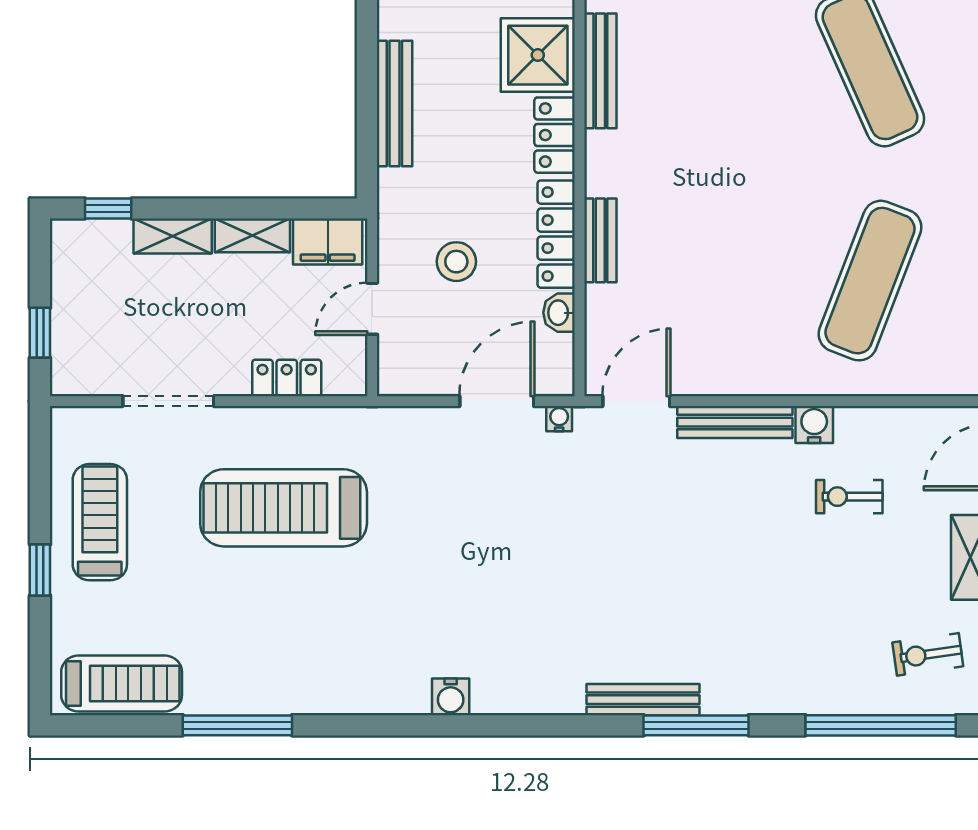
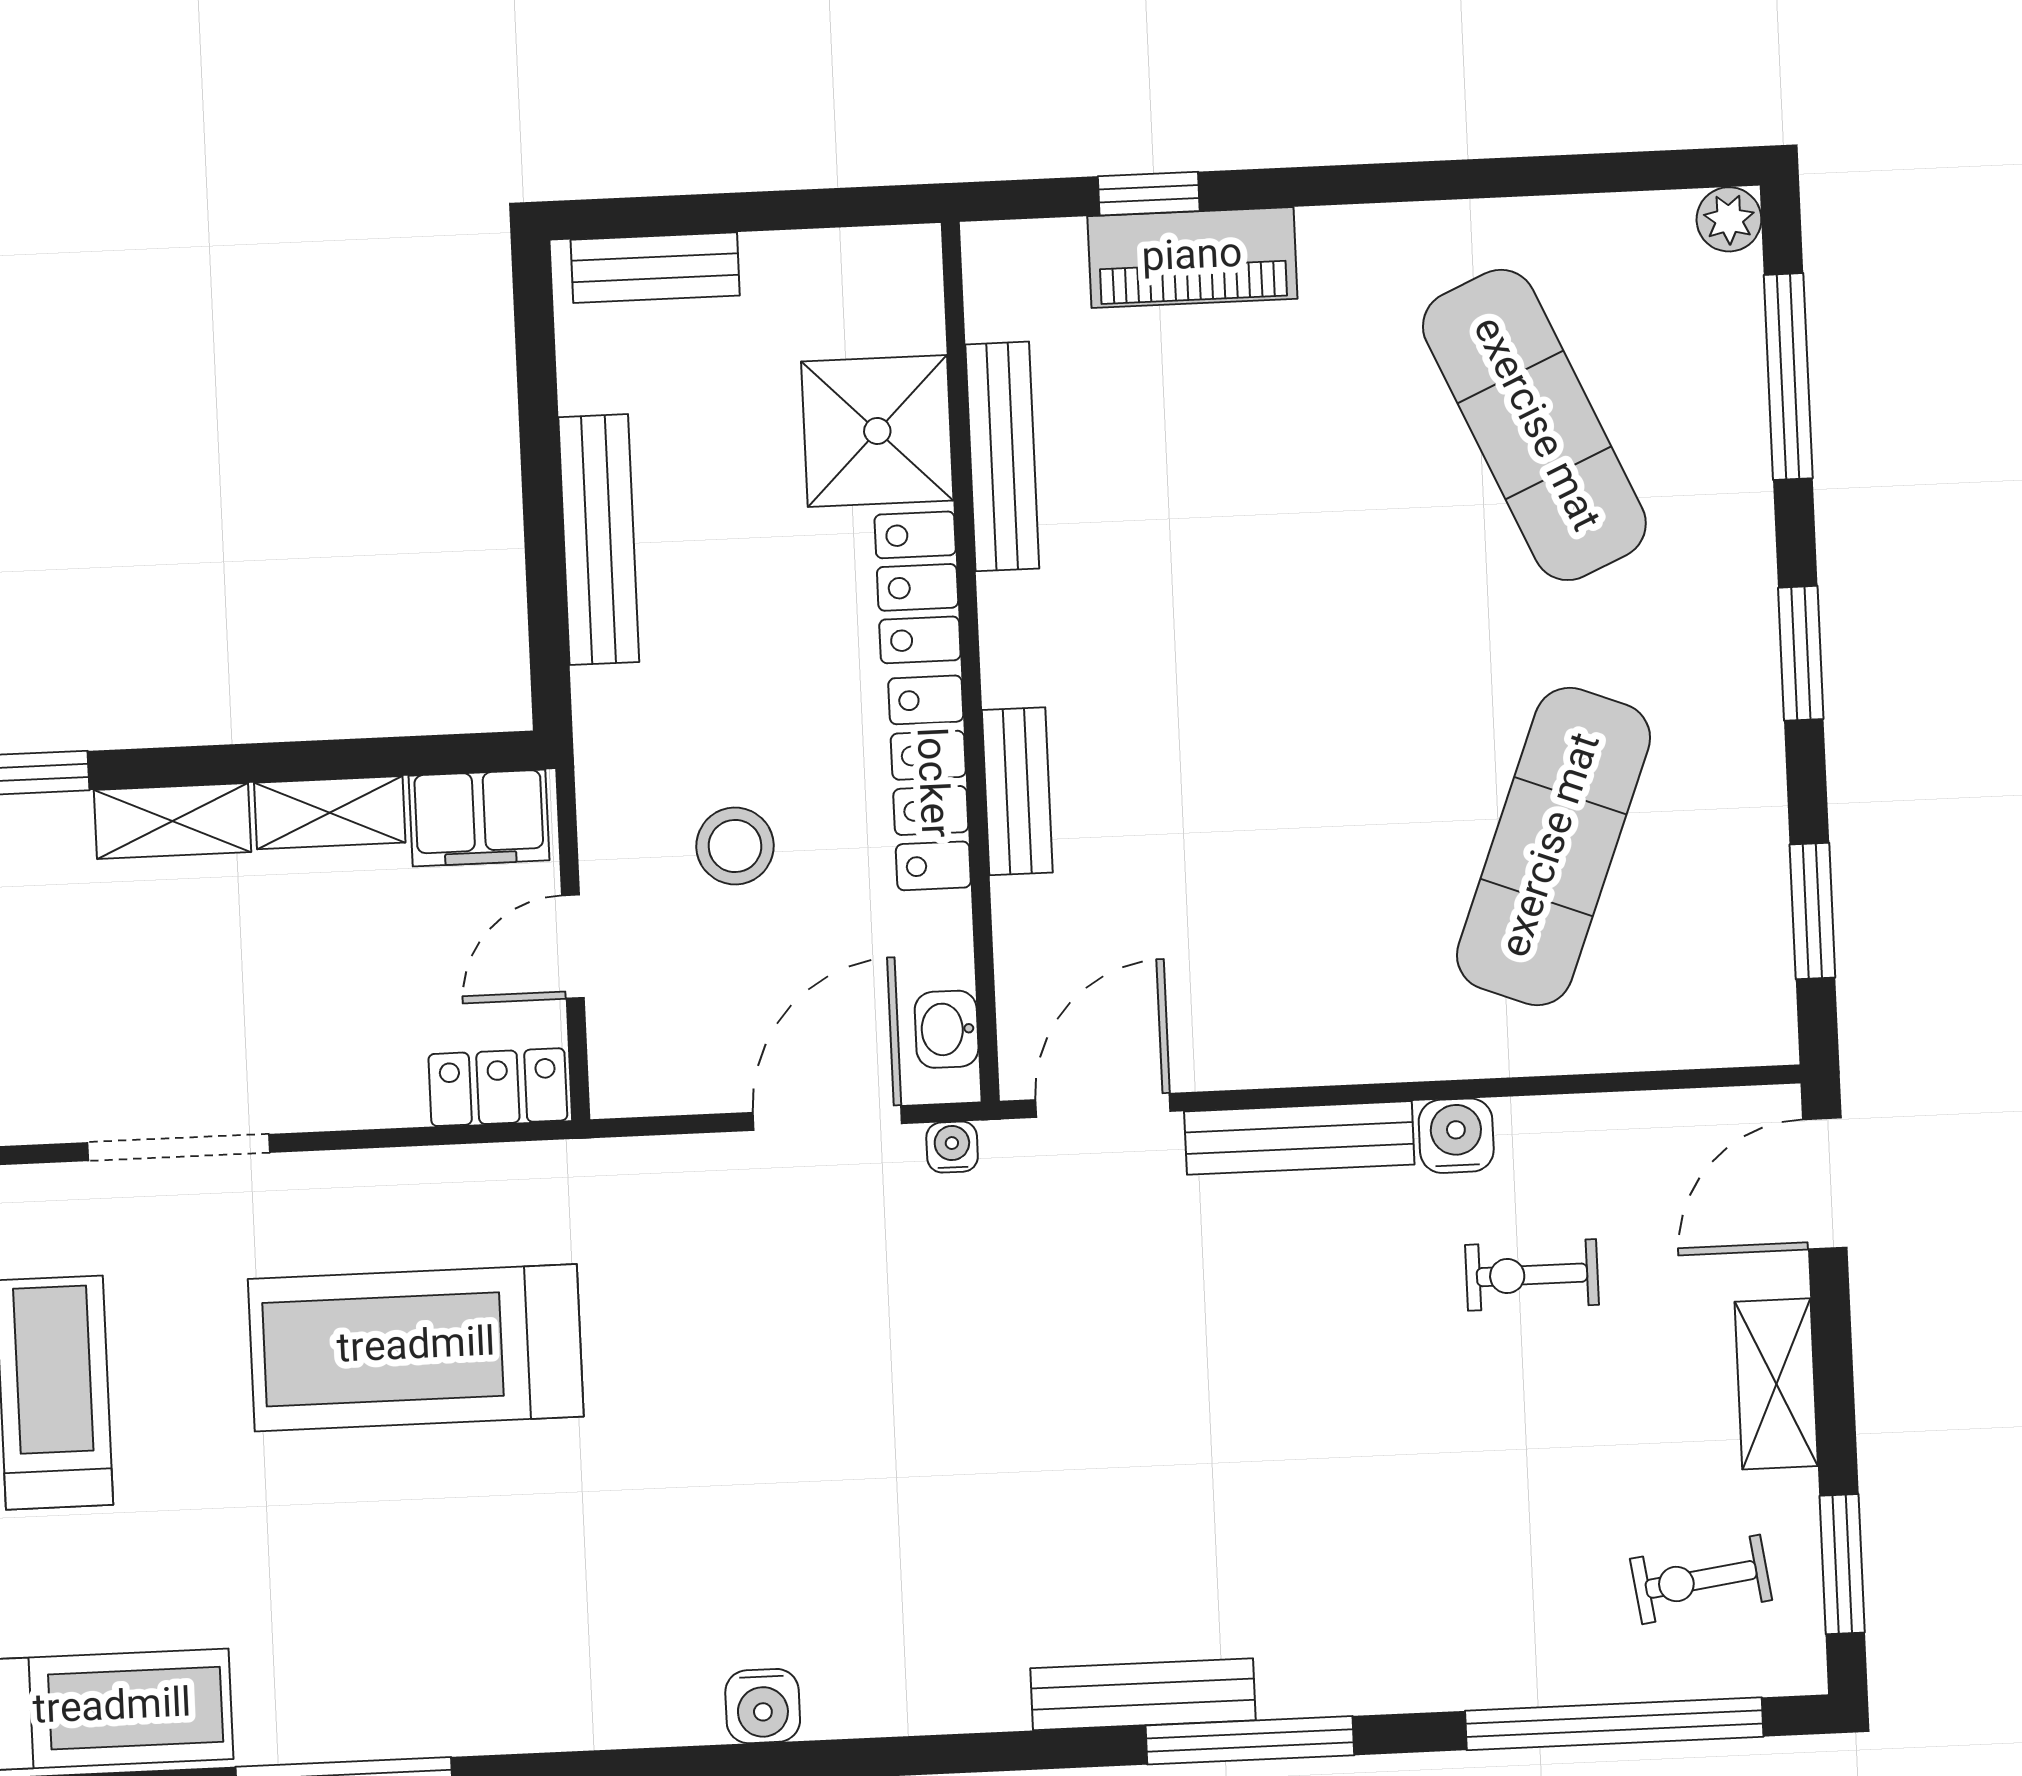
washbasin: (559, 313) -> (947, 1029), moved
locker: (287, 378) -> (498, 1087), moved

